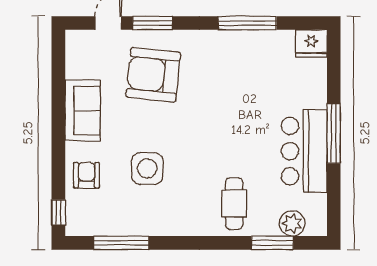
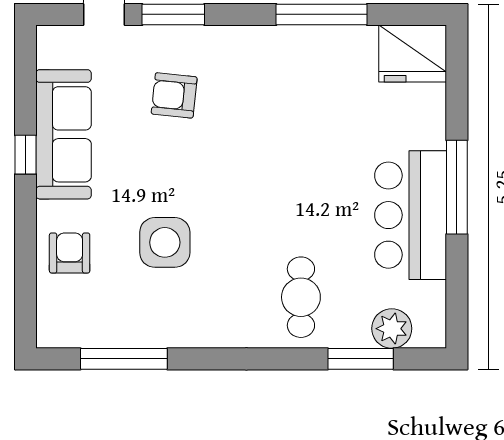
fridge: (311, 43) -> (413, 54), width x1.36, depth x1.34
armchair: (153, 75) -> (174, 95), width x0.53, depth x0.53
sofa: (83, 111) -> (64, 134), width x1.36
window: (58, 212) -> (26, 155), moved

